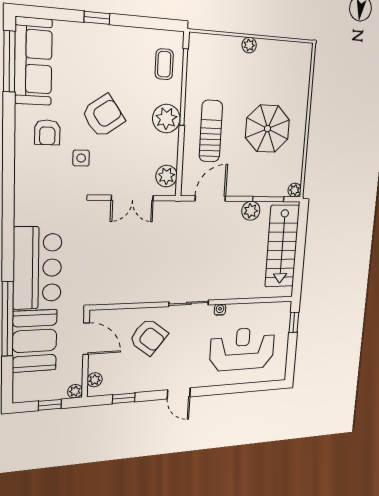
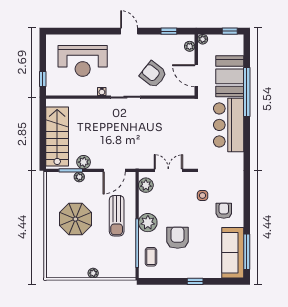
armchair: (103, 116) -> (178, 238), moved, turned 125
plant: (295, 190) -> (79, 177), moved
window: (50, 405) -> (230, 31), moved

